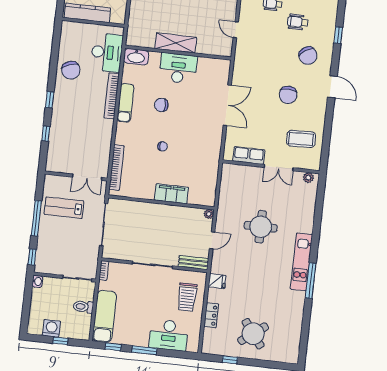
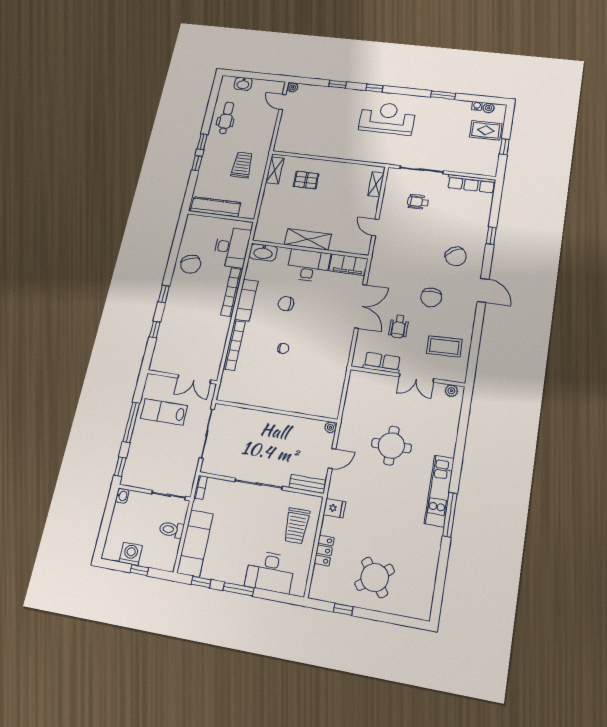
wheelchair: (298, 22) -> (399, 327), moved, turned -90
bookcase: (117, 168) -> (234, 345), moved
filing cabinet: (171, 194) -> (348, 265), moved, turned 180

